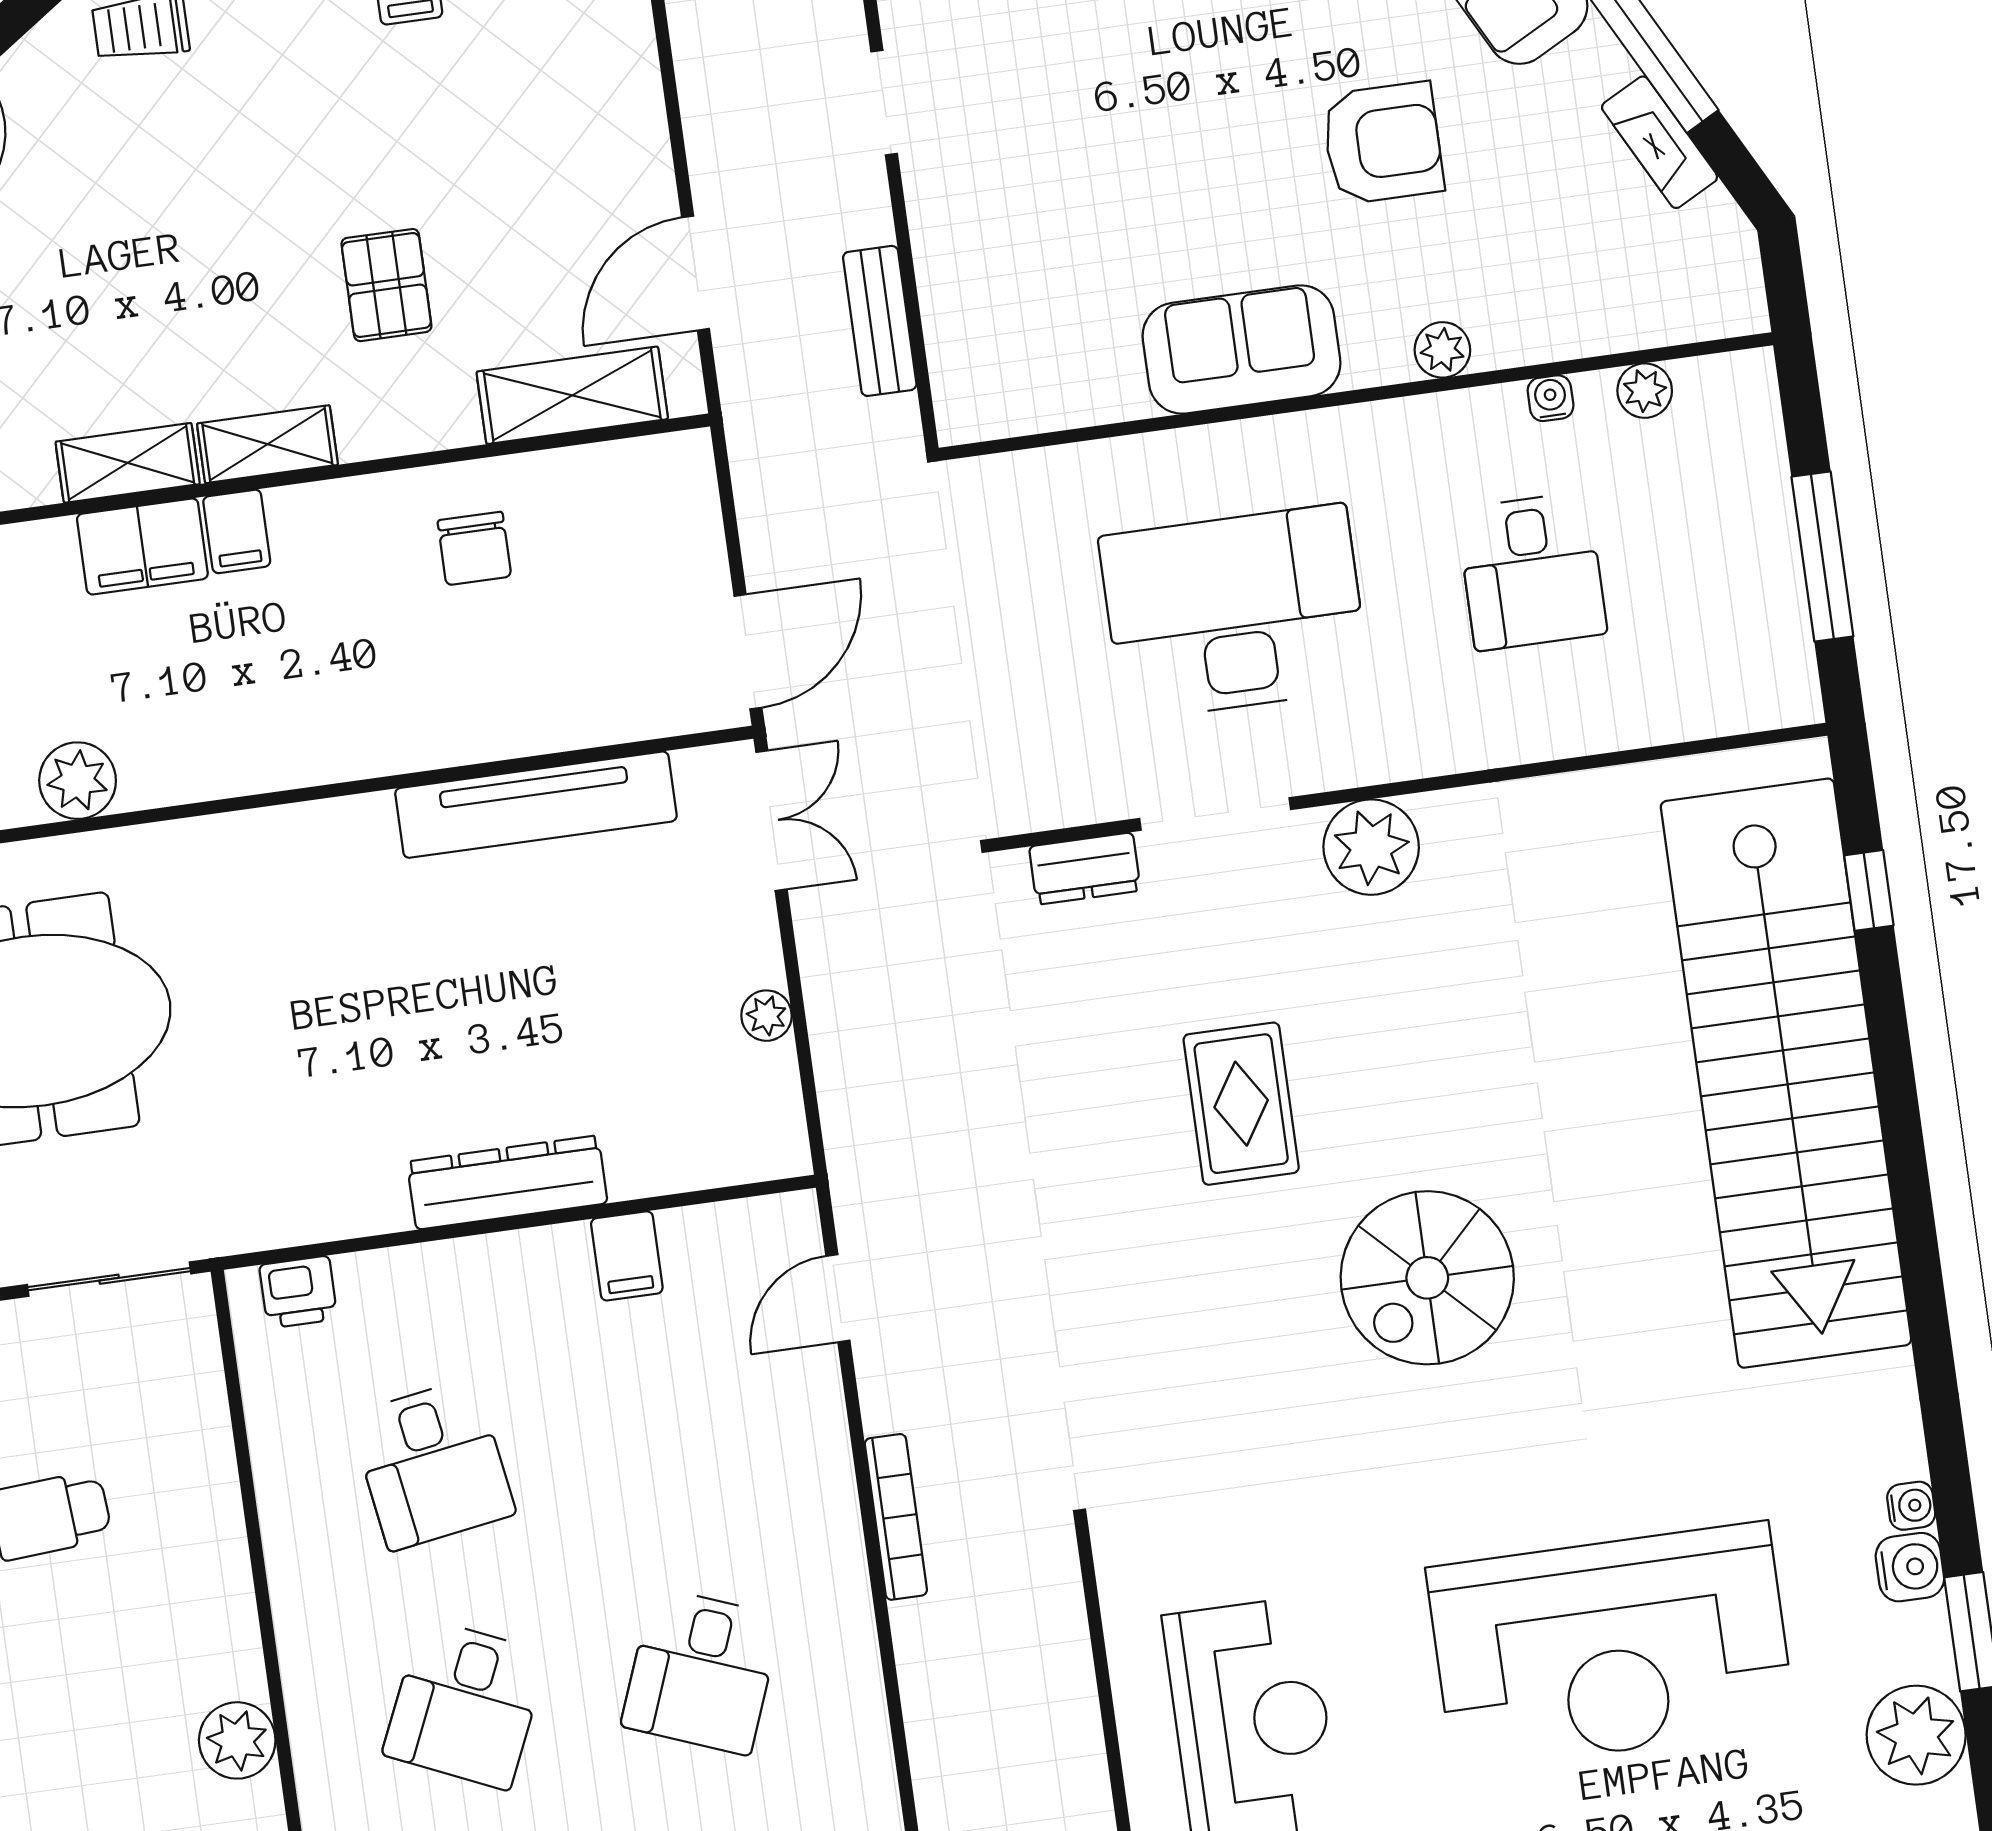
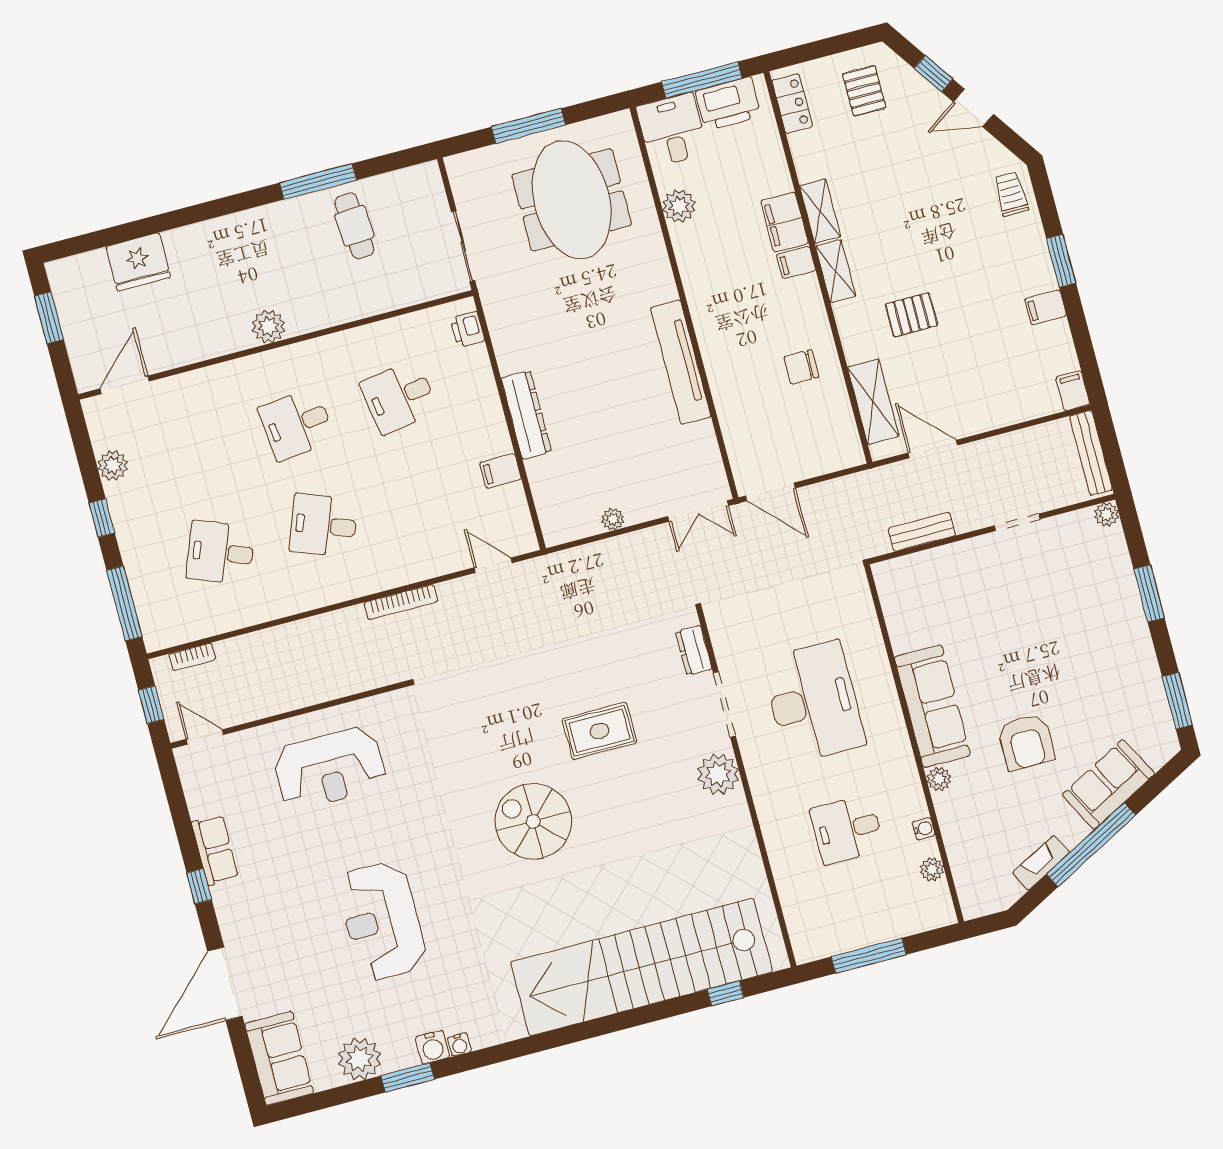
sofa: (1242, 350) -> (932, 706), width x1.36
tv unit: (536, 805) -> (681, 362), moved
reception desk: (1611, 1647) -> (382, 921), width x0.74, depth x0.77
desk: (465, 1704) -> (297, 424), turned -30

